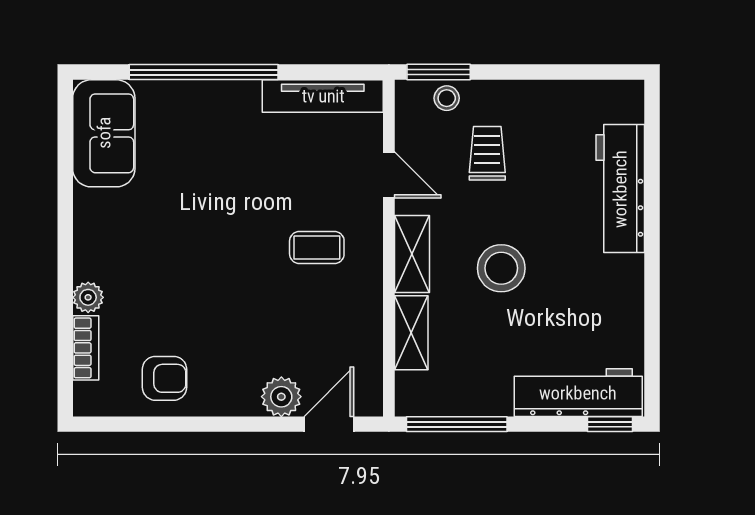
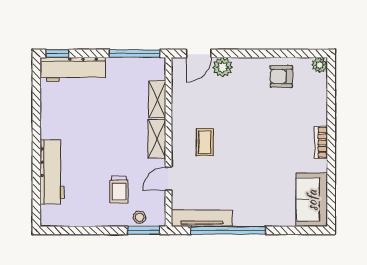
window: (204, 72) -> (228, 230), moved
door: (389, 175) -> (169, 179), hinge flipped
coffee table: (317, 247) -> (205, 142), turned 90
stool: (501, 268) -> (112, 132), removed
plant: (88, 297) -> (320, 65), moved
bookcase: (86, 348) -> (321, 143), moved

